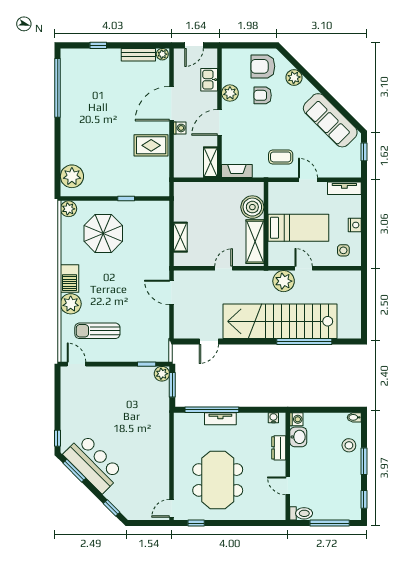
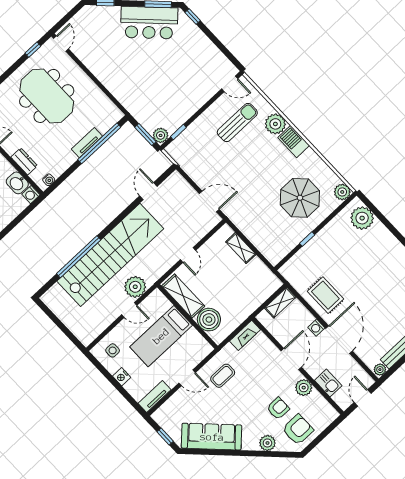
rug: (151, 145) -> (325, 295), turned 90
shelving: (210, 162) -> (280, 303), moved, turned 90

